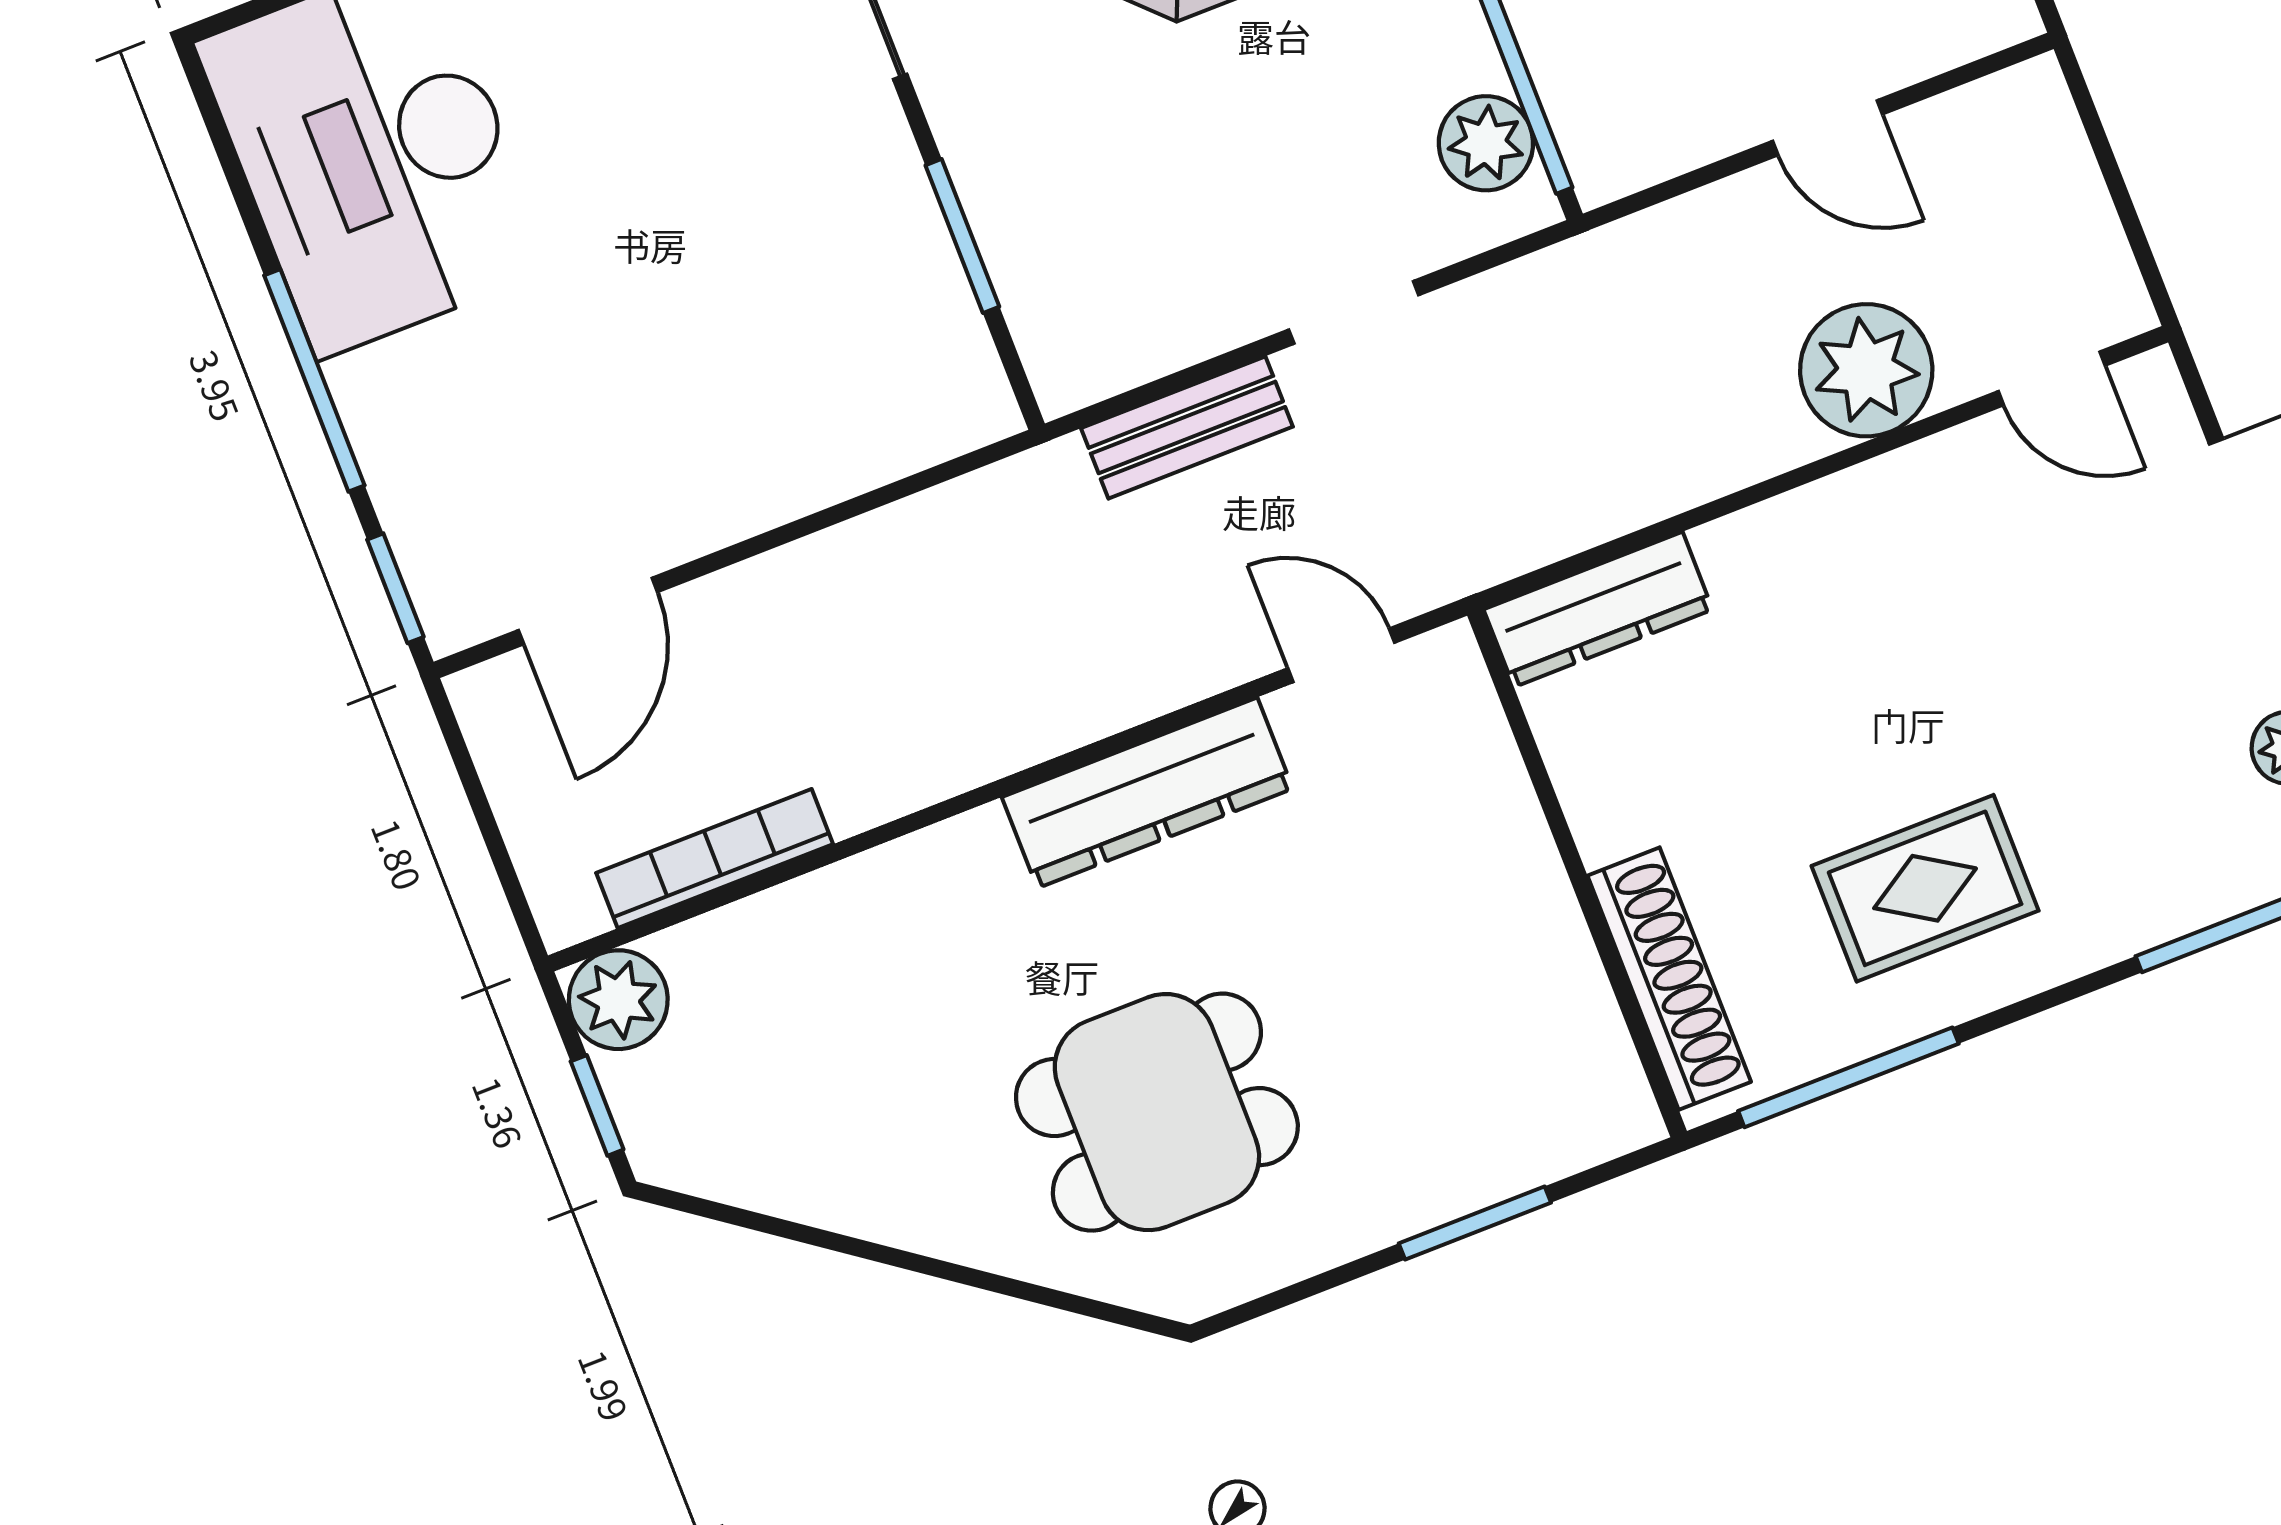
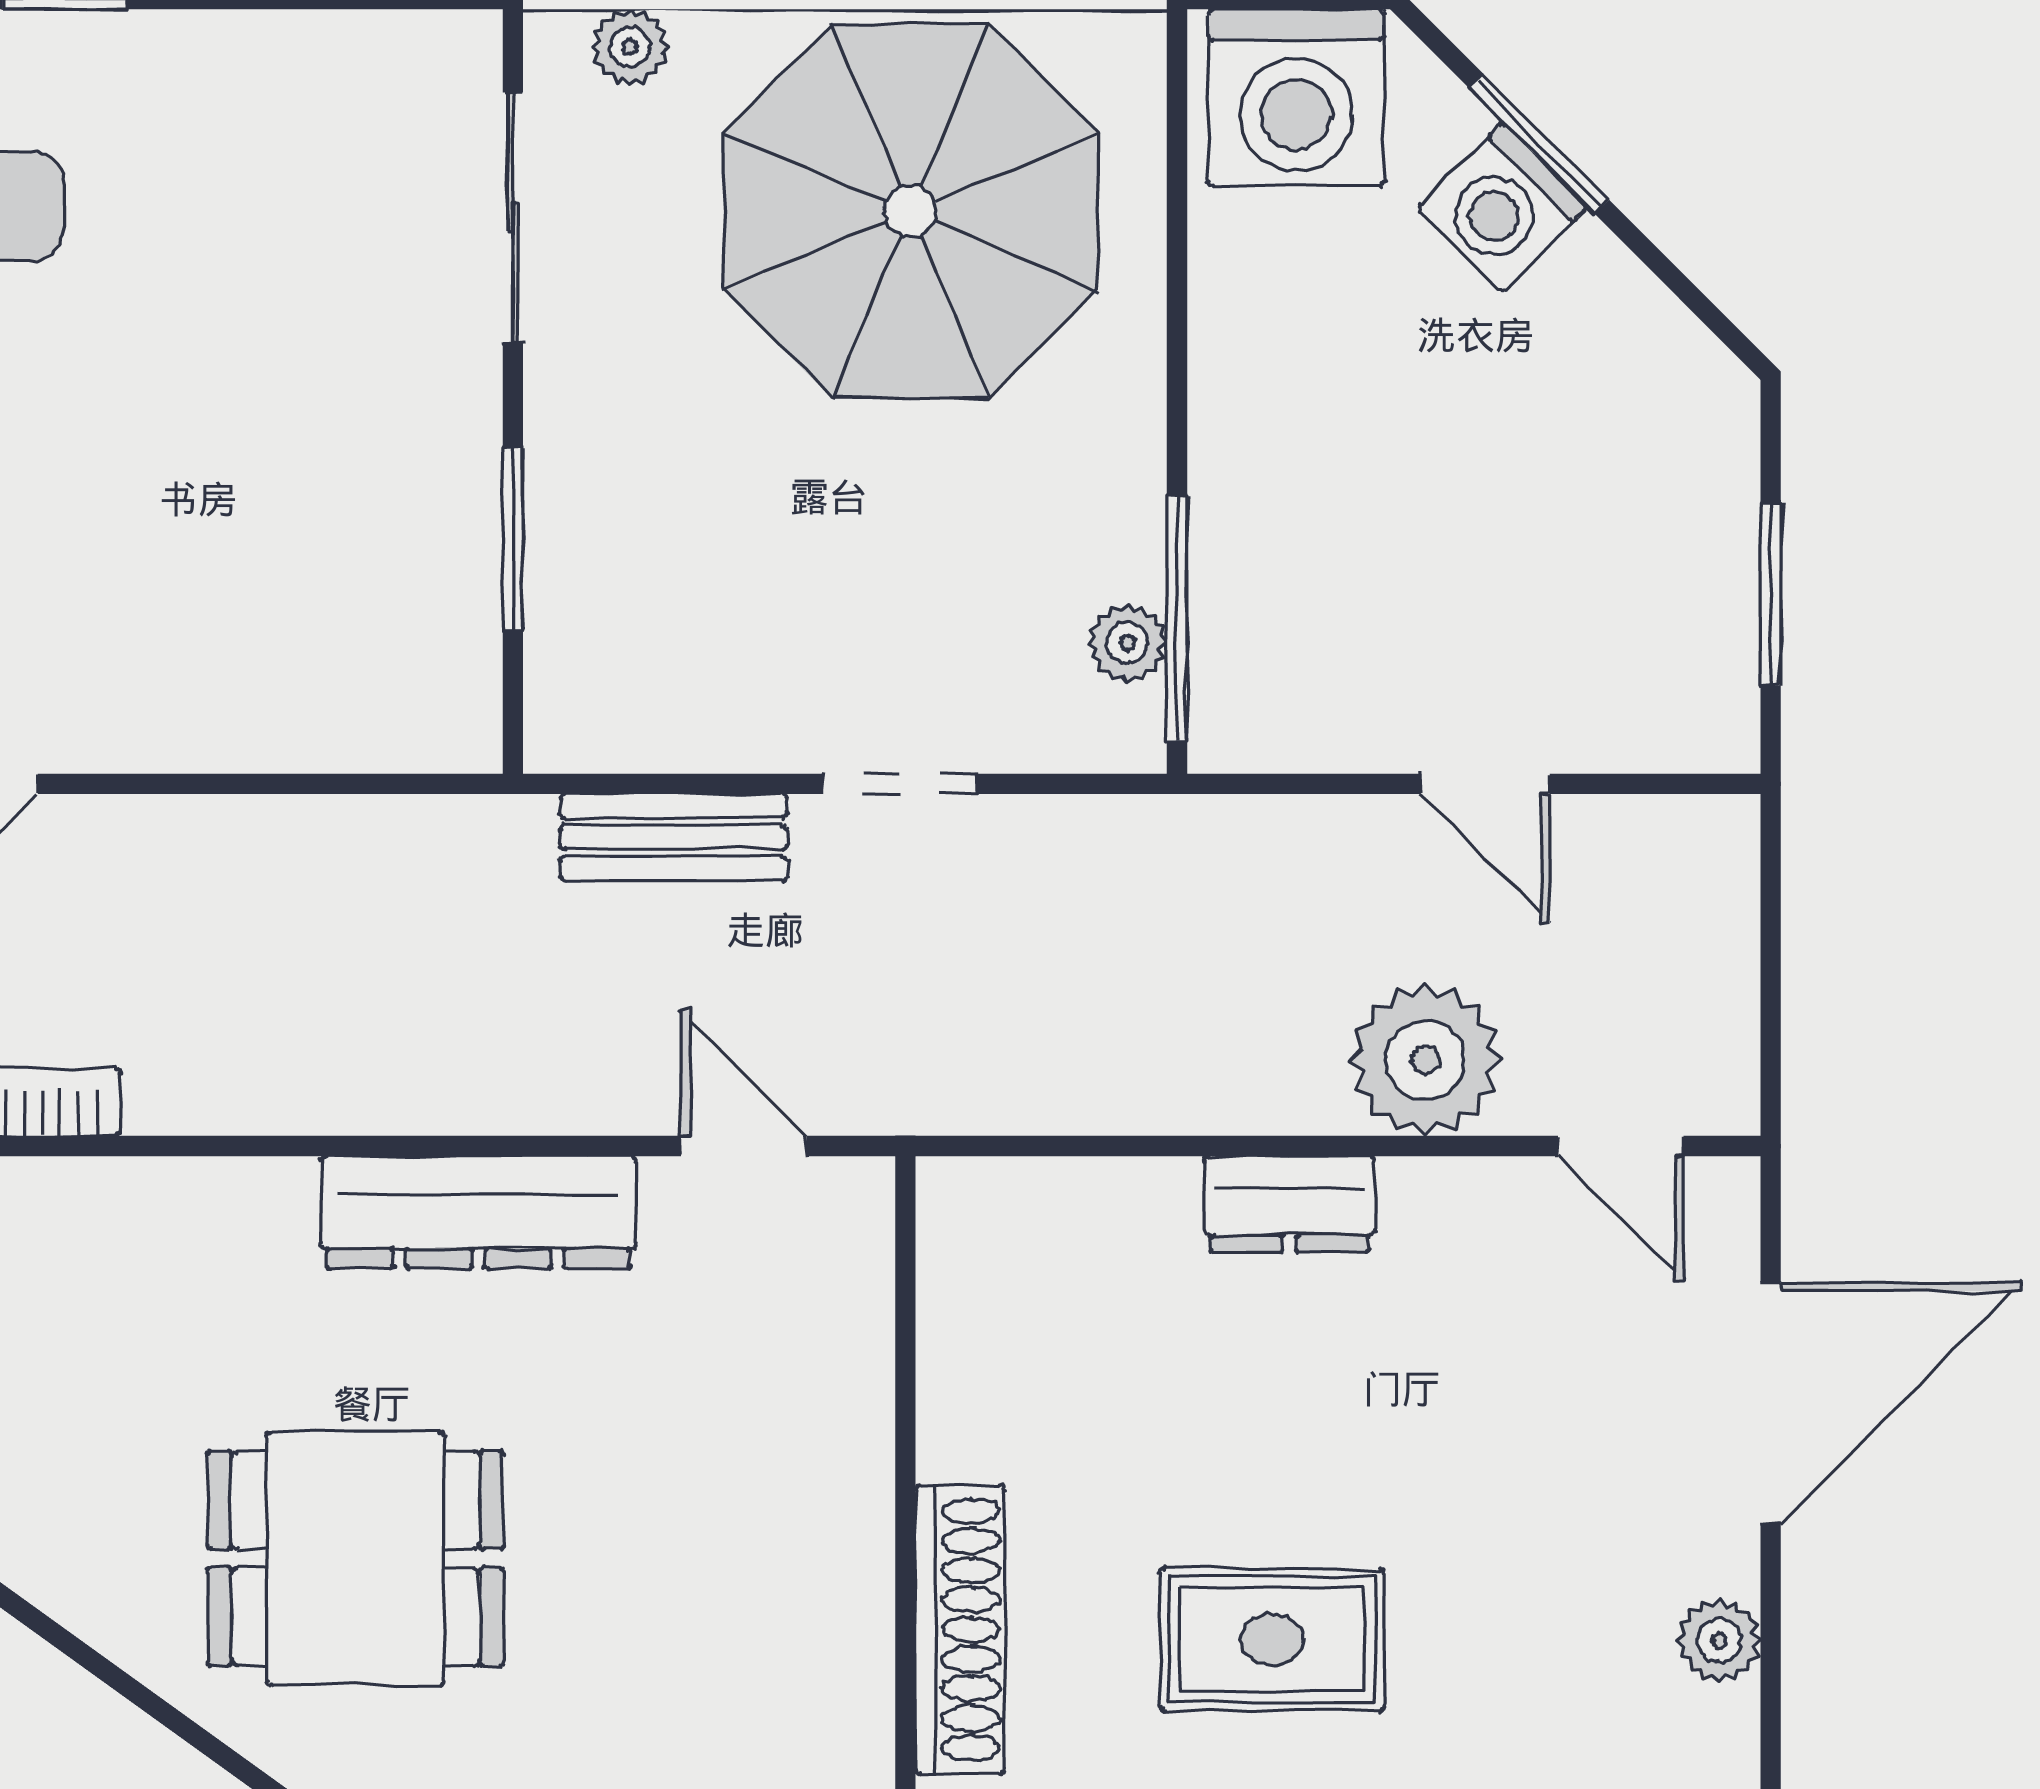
plant: (1486, 143) -> (1127, 643), width x0.73, depth x0.73
dresser: (1598, 609) -> (1289, 1204), moved, width x0.70

